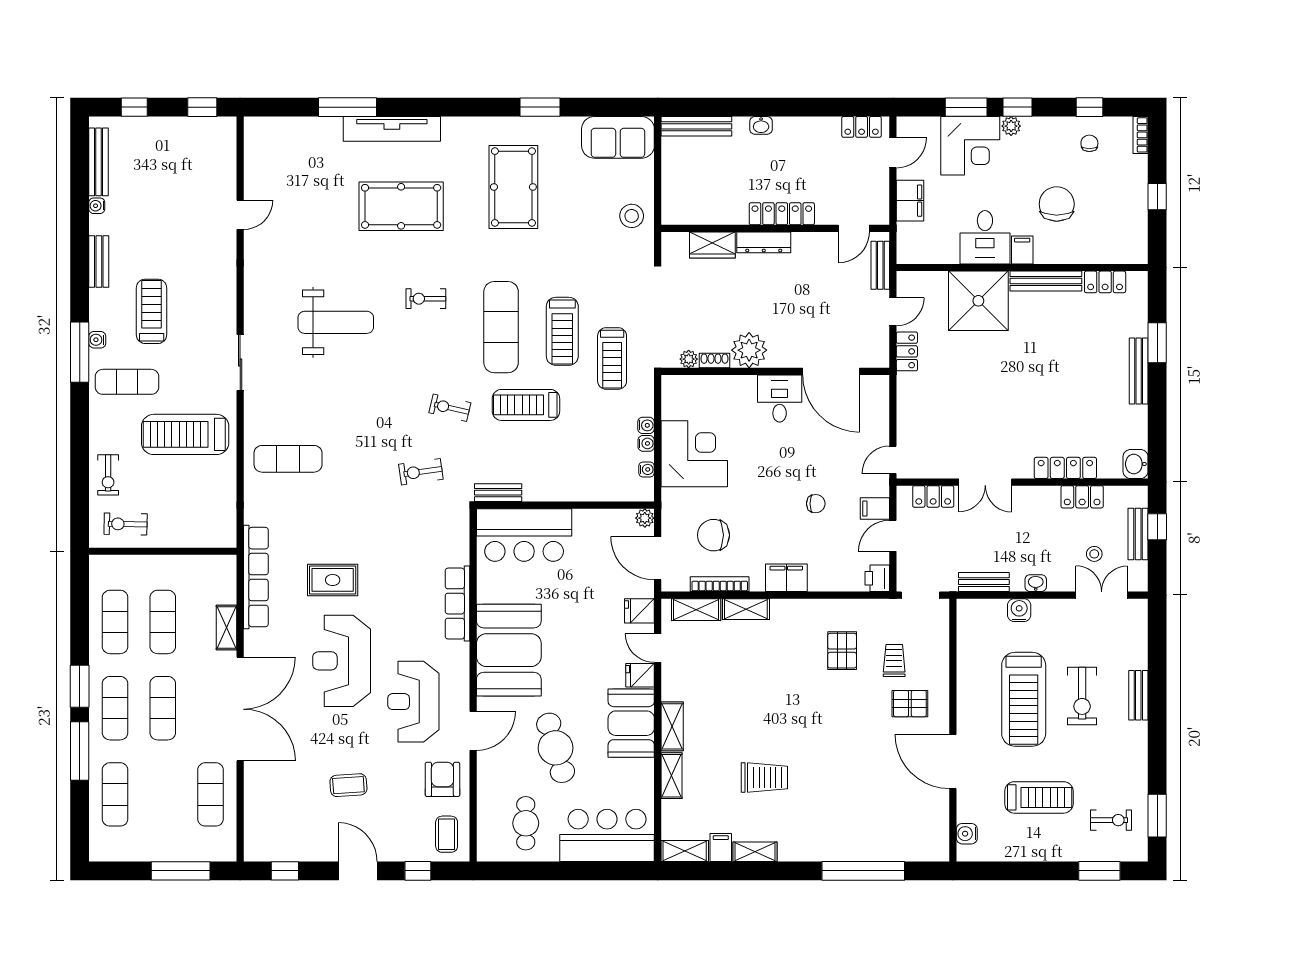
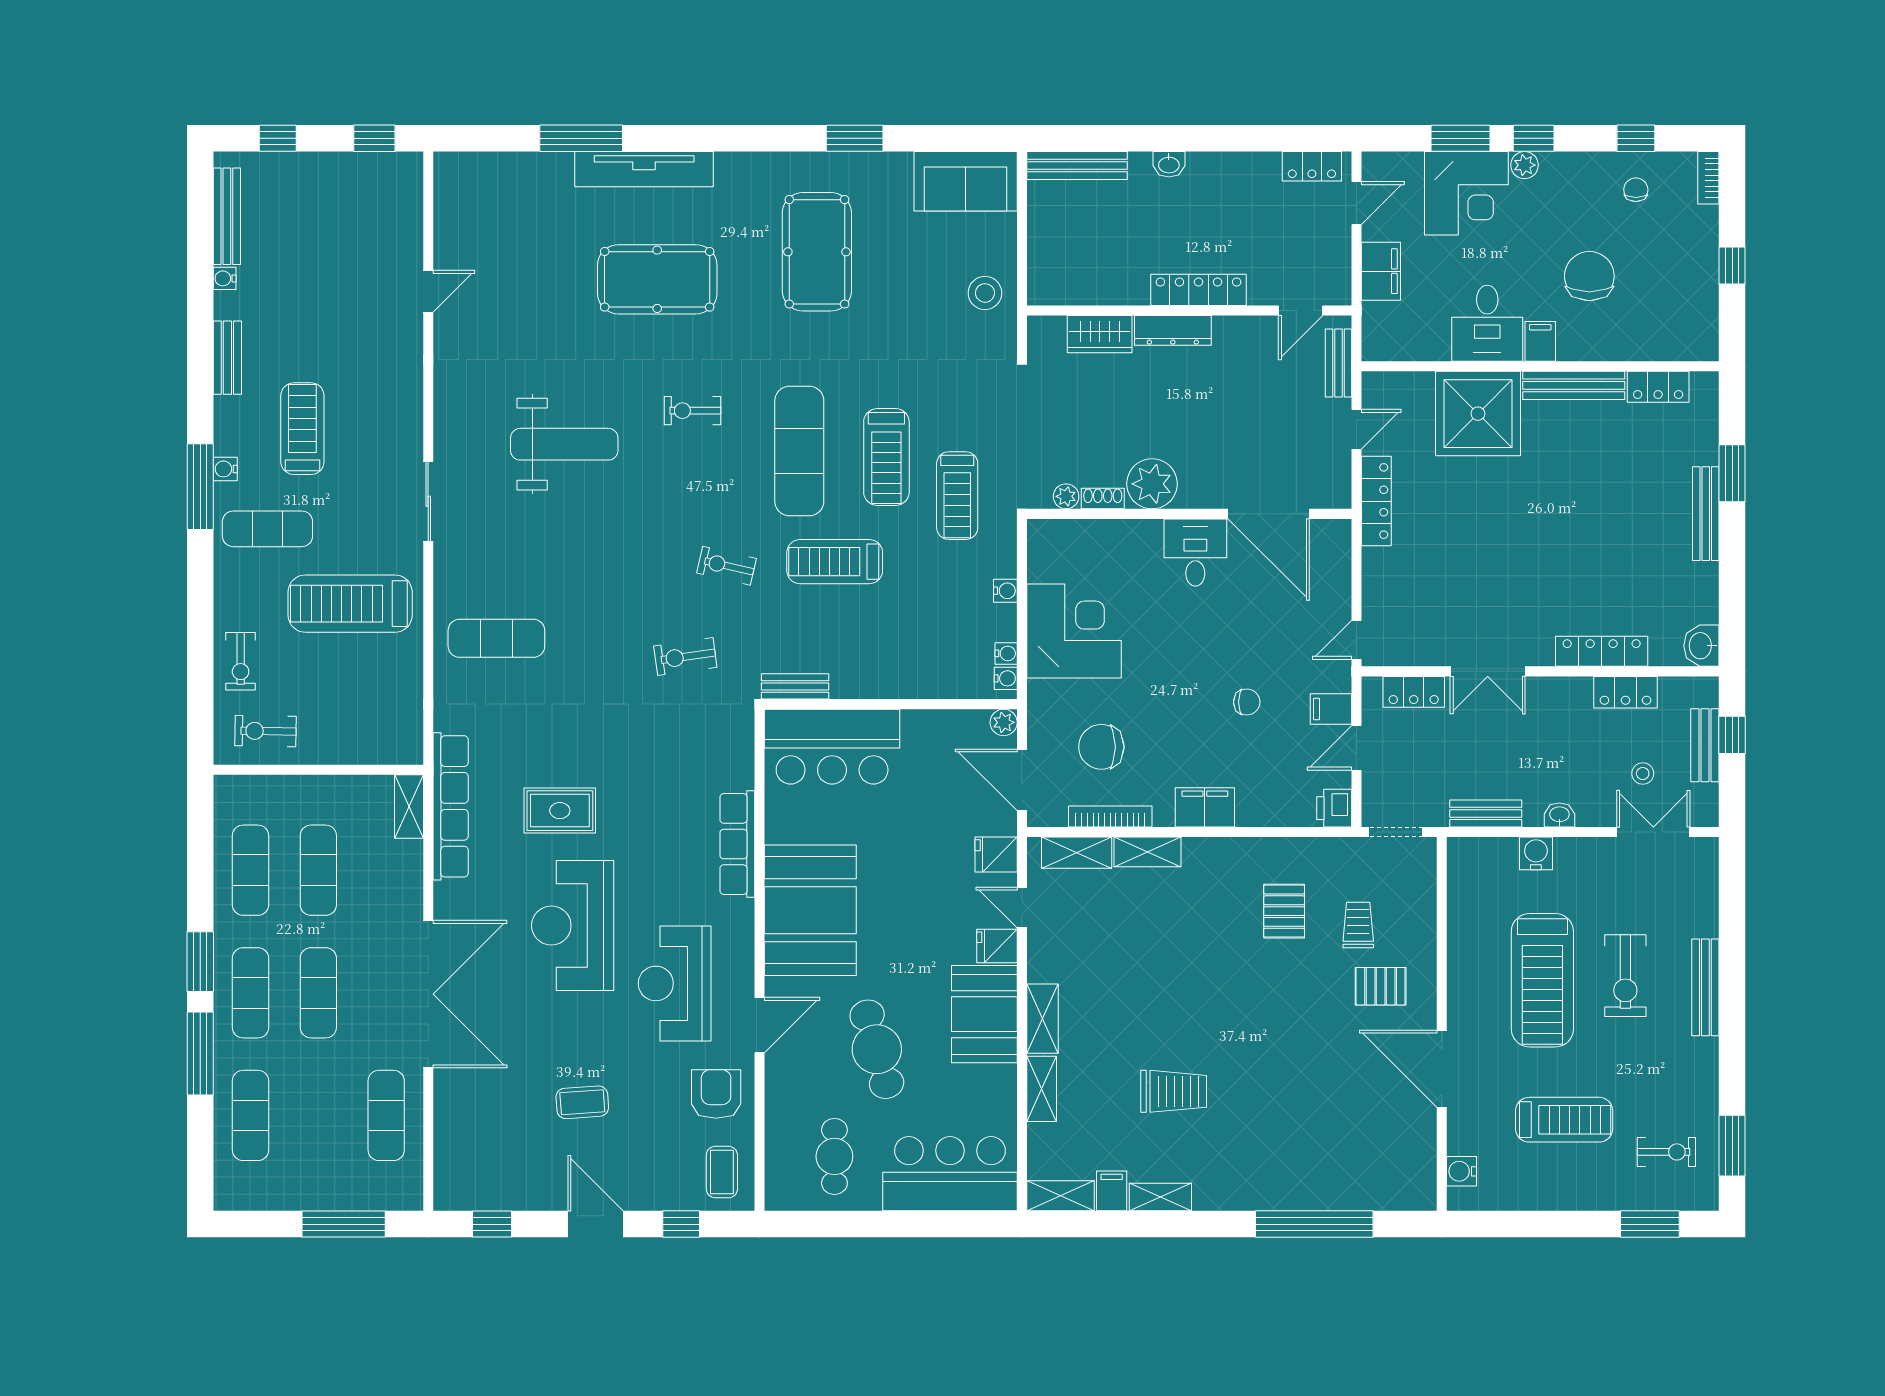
locker: (907, 351) -> (1376, 501), width x1.53
water cooler: (646, 443) -> (1006, 678), moved
shelving: (226, 627) -> (409, 807), moved
bench: (1138, 695) -> (1705, 987), width x1.36

